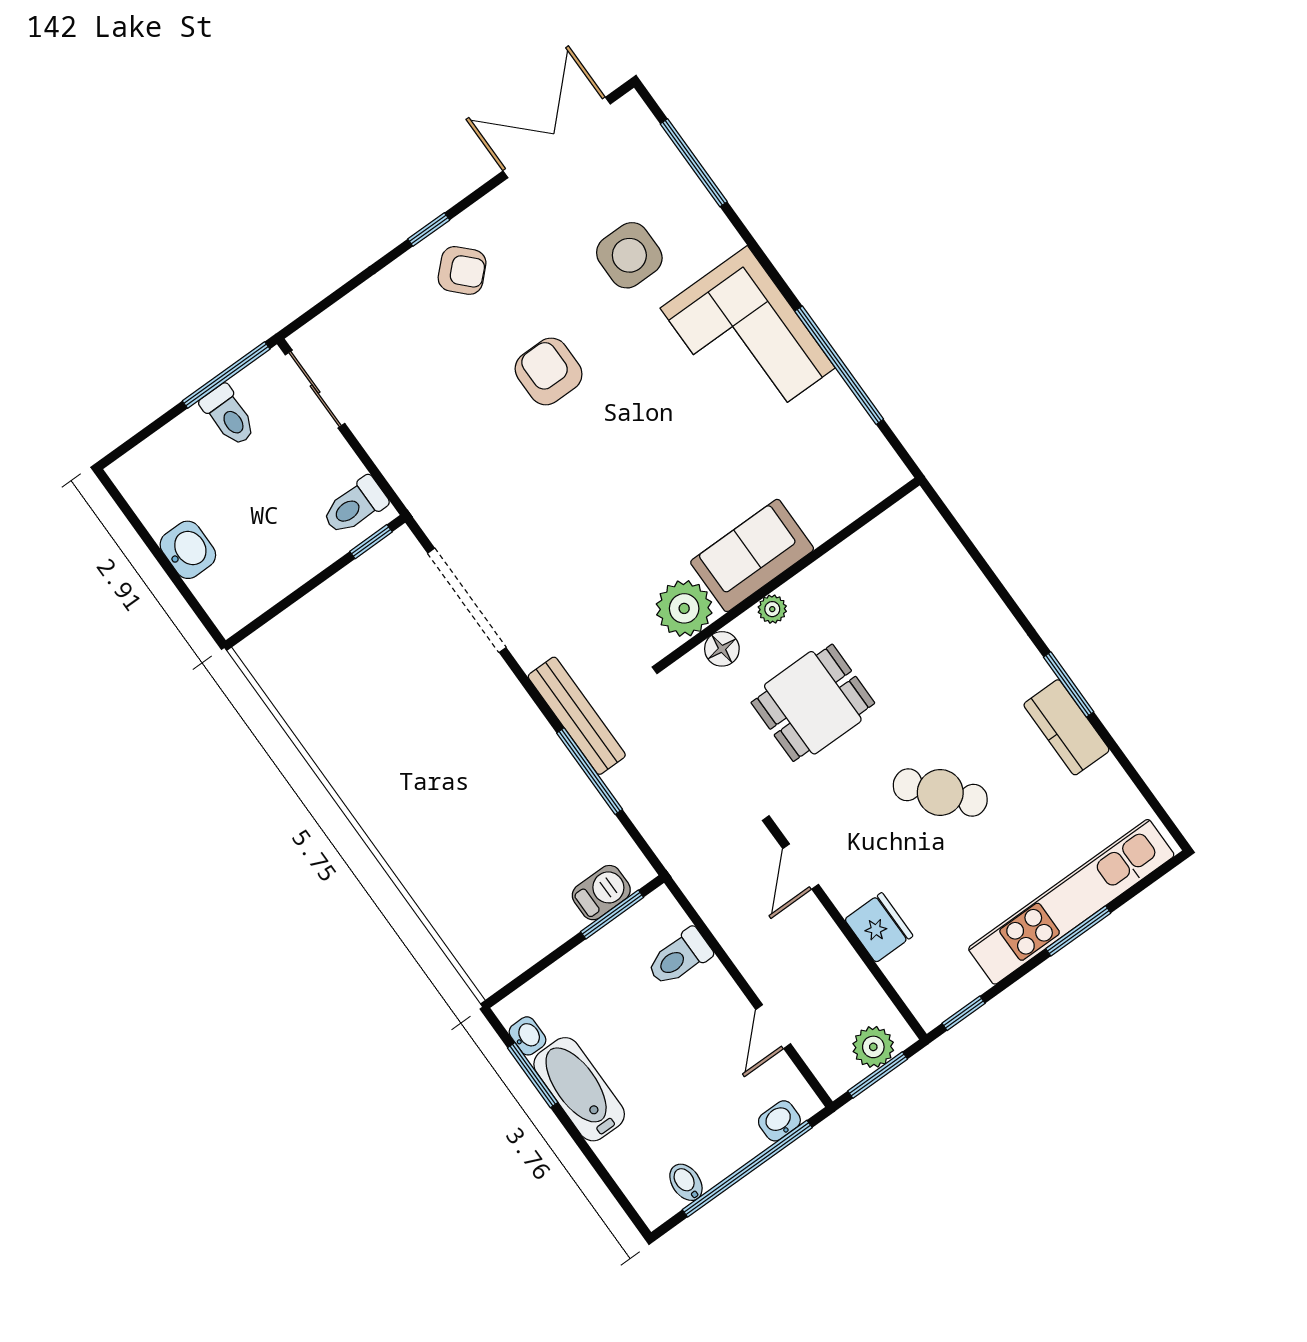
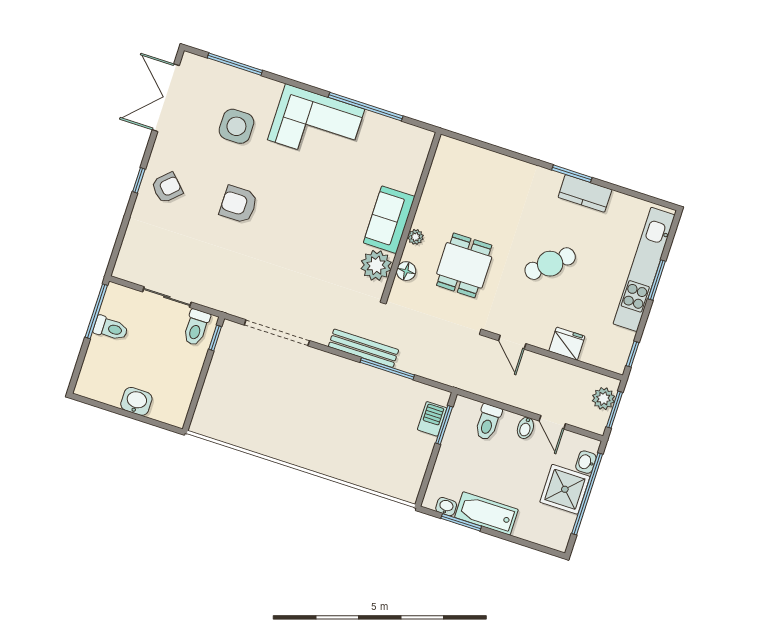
sliding door: (315, 389) -> (167, 297), moved
shower: (720, 1138) -> (565, 489), added
bidet: (686, 1182) -> (525, 428), moved, turned -90

